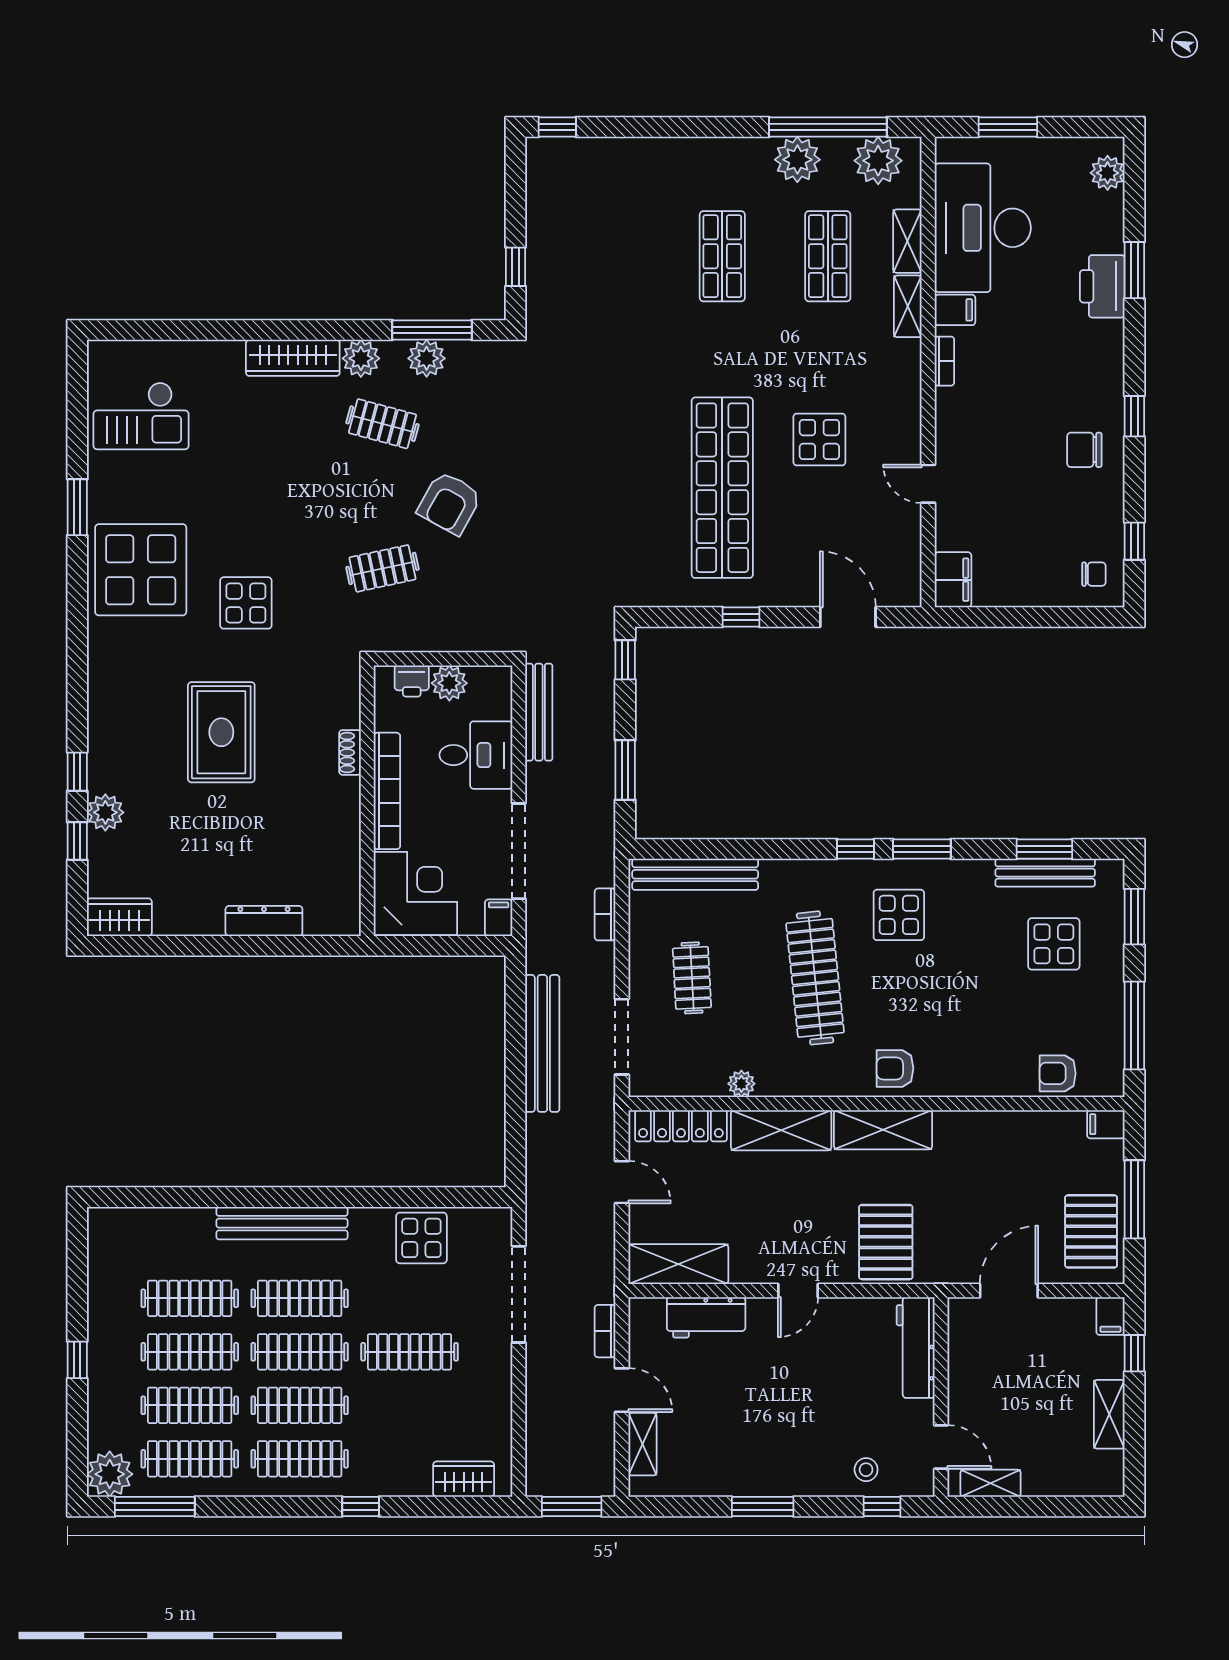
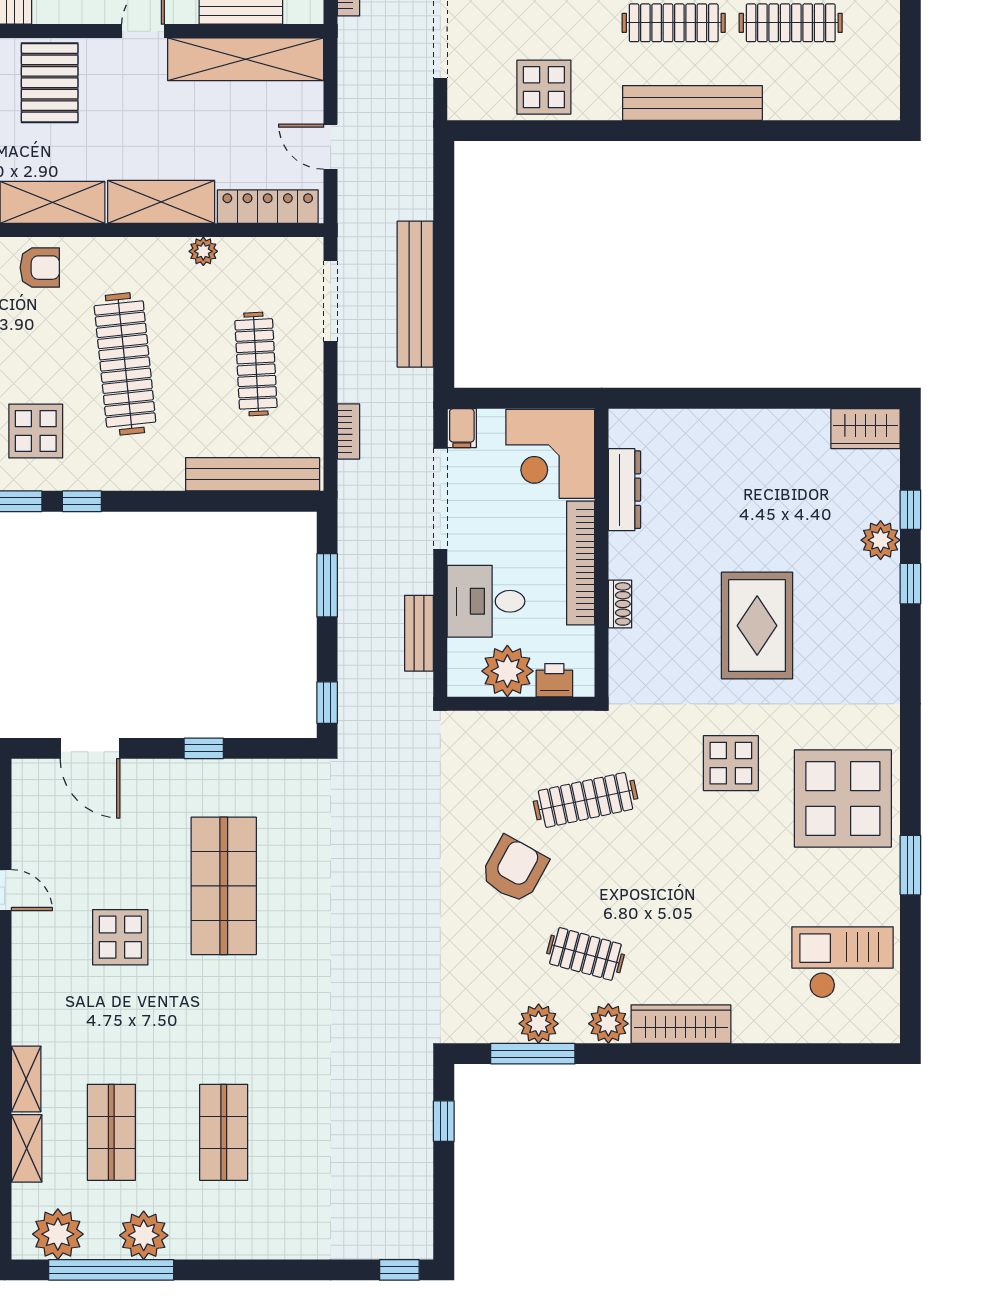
shop shelf: (722, 488) -> (224, 886), width x0.71
clothes rail: (382, 568) -> (585, 800), width x1.36
plant: (449, 683) -> (507, 671), width x1.36, depth x1.36
bench: (539, 712) -> (419, 633), width x0.73
dresser: (264, 921) -> (624, 490), moved, turned -90
clothes rail: (692, 978) -> (256, 364), width x1.36
shelving: (678, 1264) -> (246, 59), width x1.47

